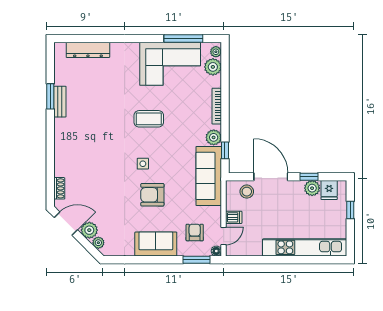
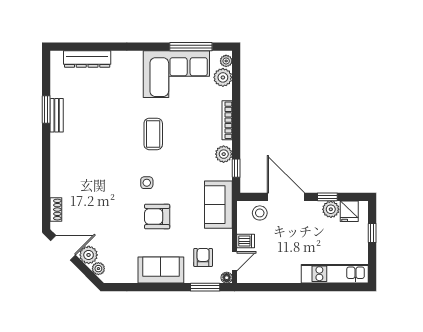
coffee table: (149, 119) -> (153, 134), turned 90
sofa: (209, 176) -> (218, 205), width x0.73
kitchen unit: (305, 247) -> (335, 274), width x0.73

